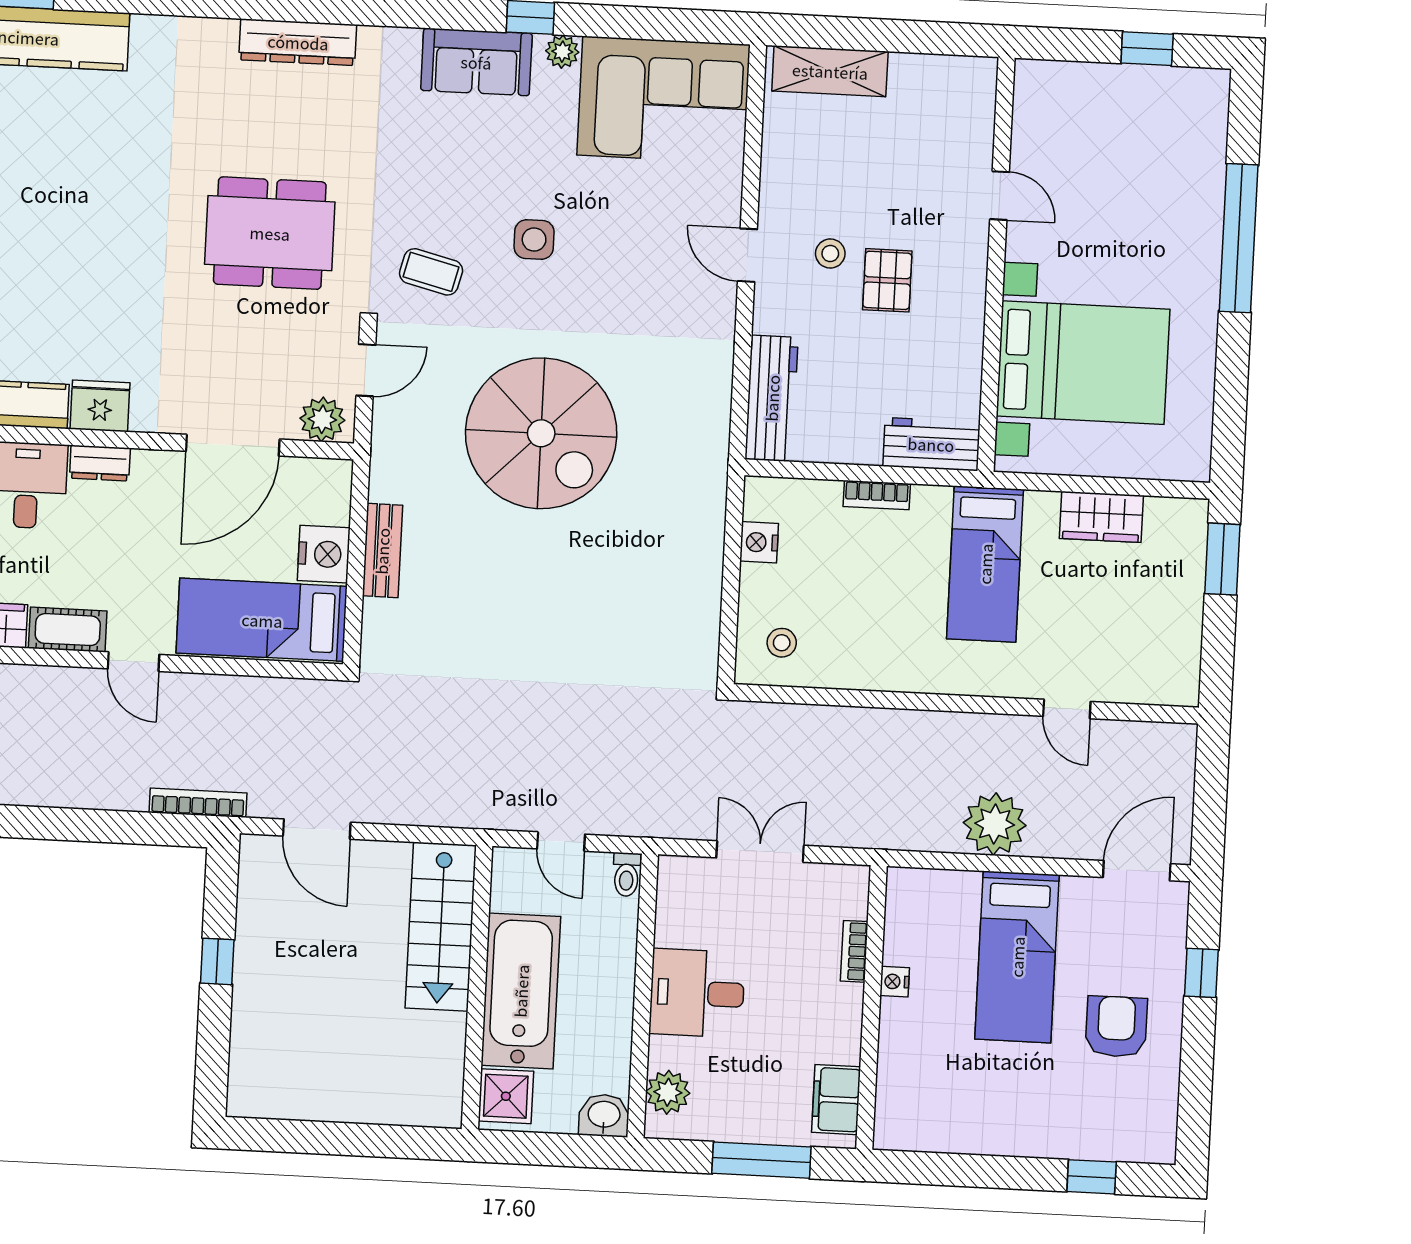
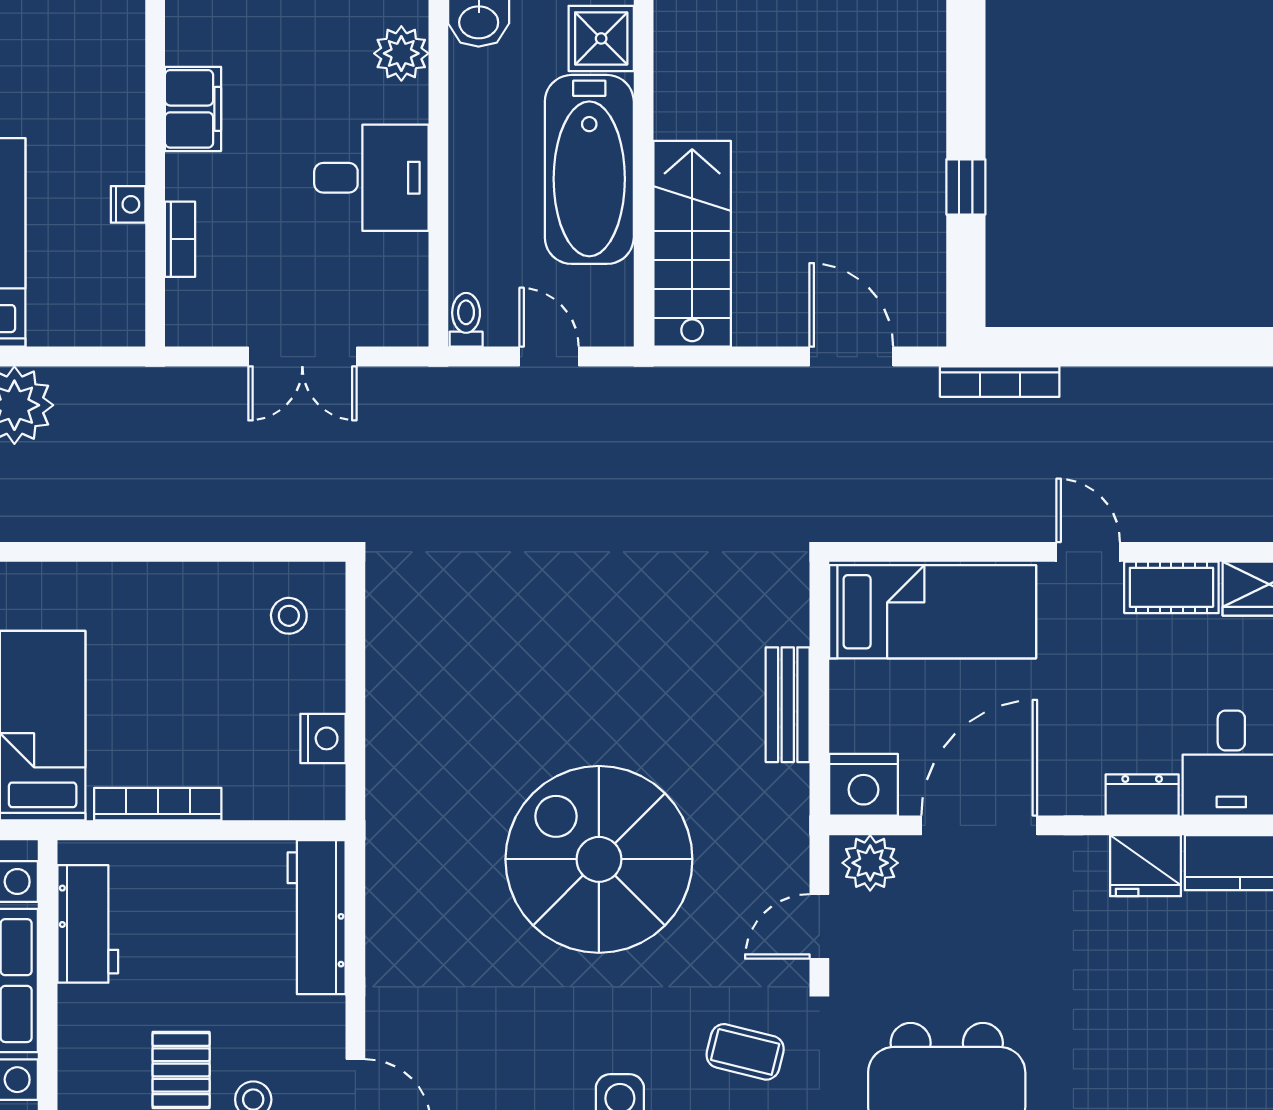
workbench: (931, 444) -> (88, 924), moved, turned -90
bookcase: (877, 495) -> (158, 804), width x1.56
nightstand: (324, 554) -> (864, 785), moved, turned -90
filing cabinet: (836, 1100) -> (193, 109), moved

